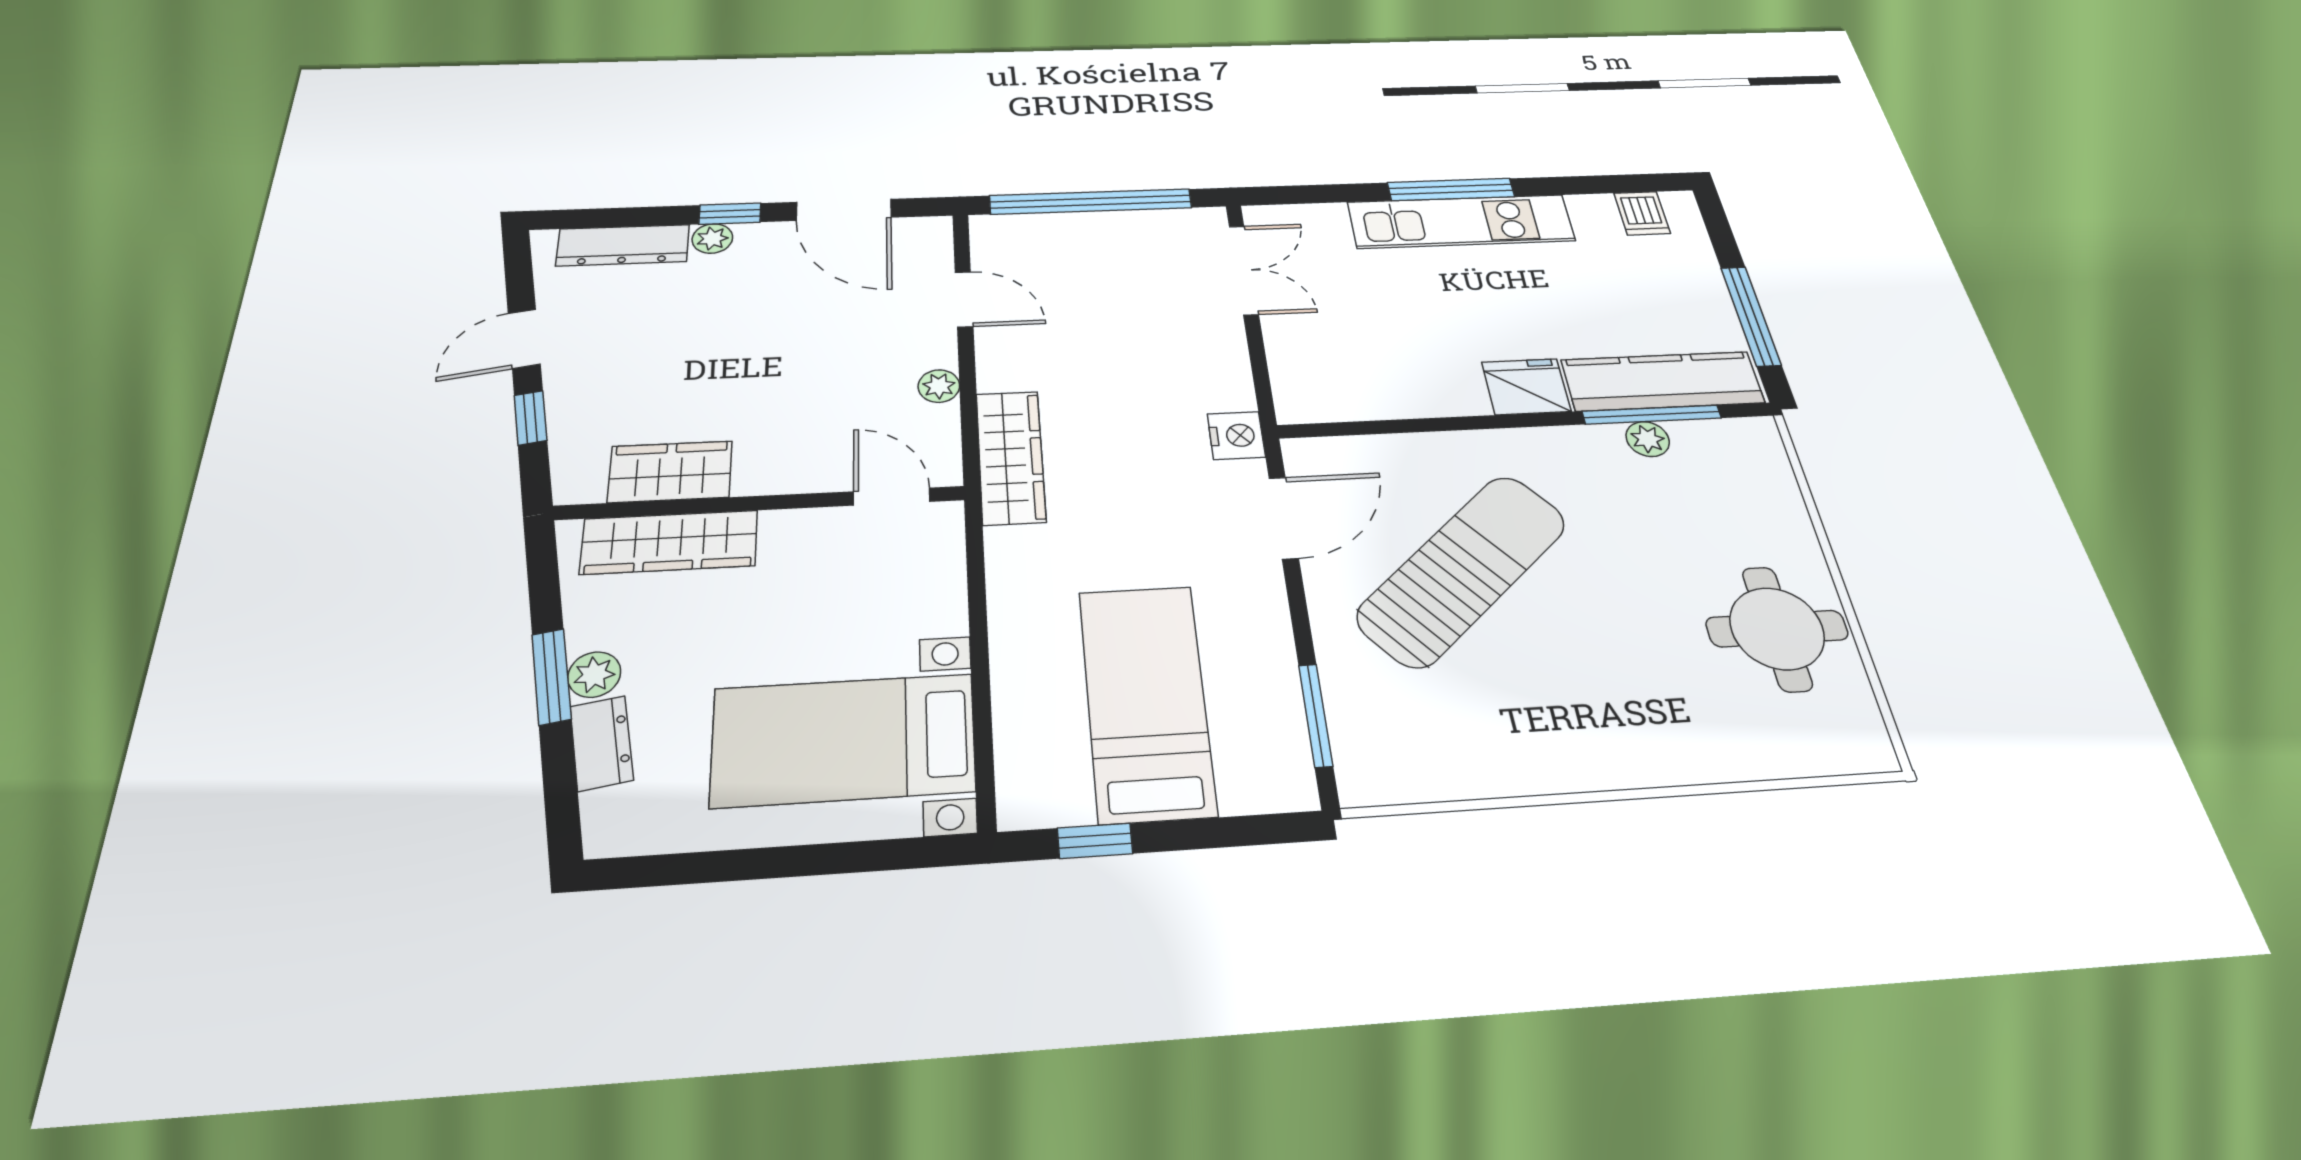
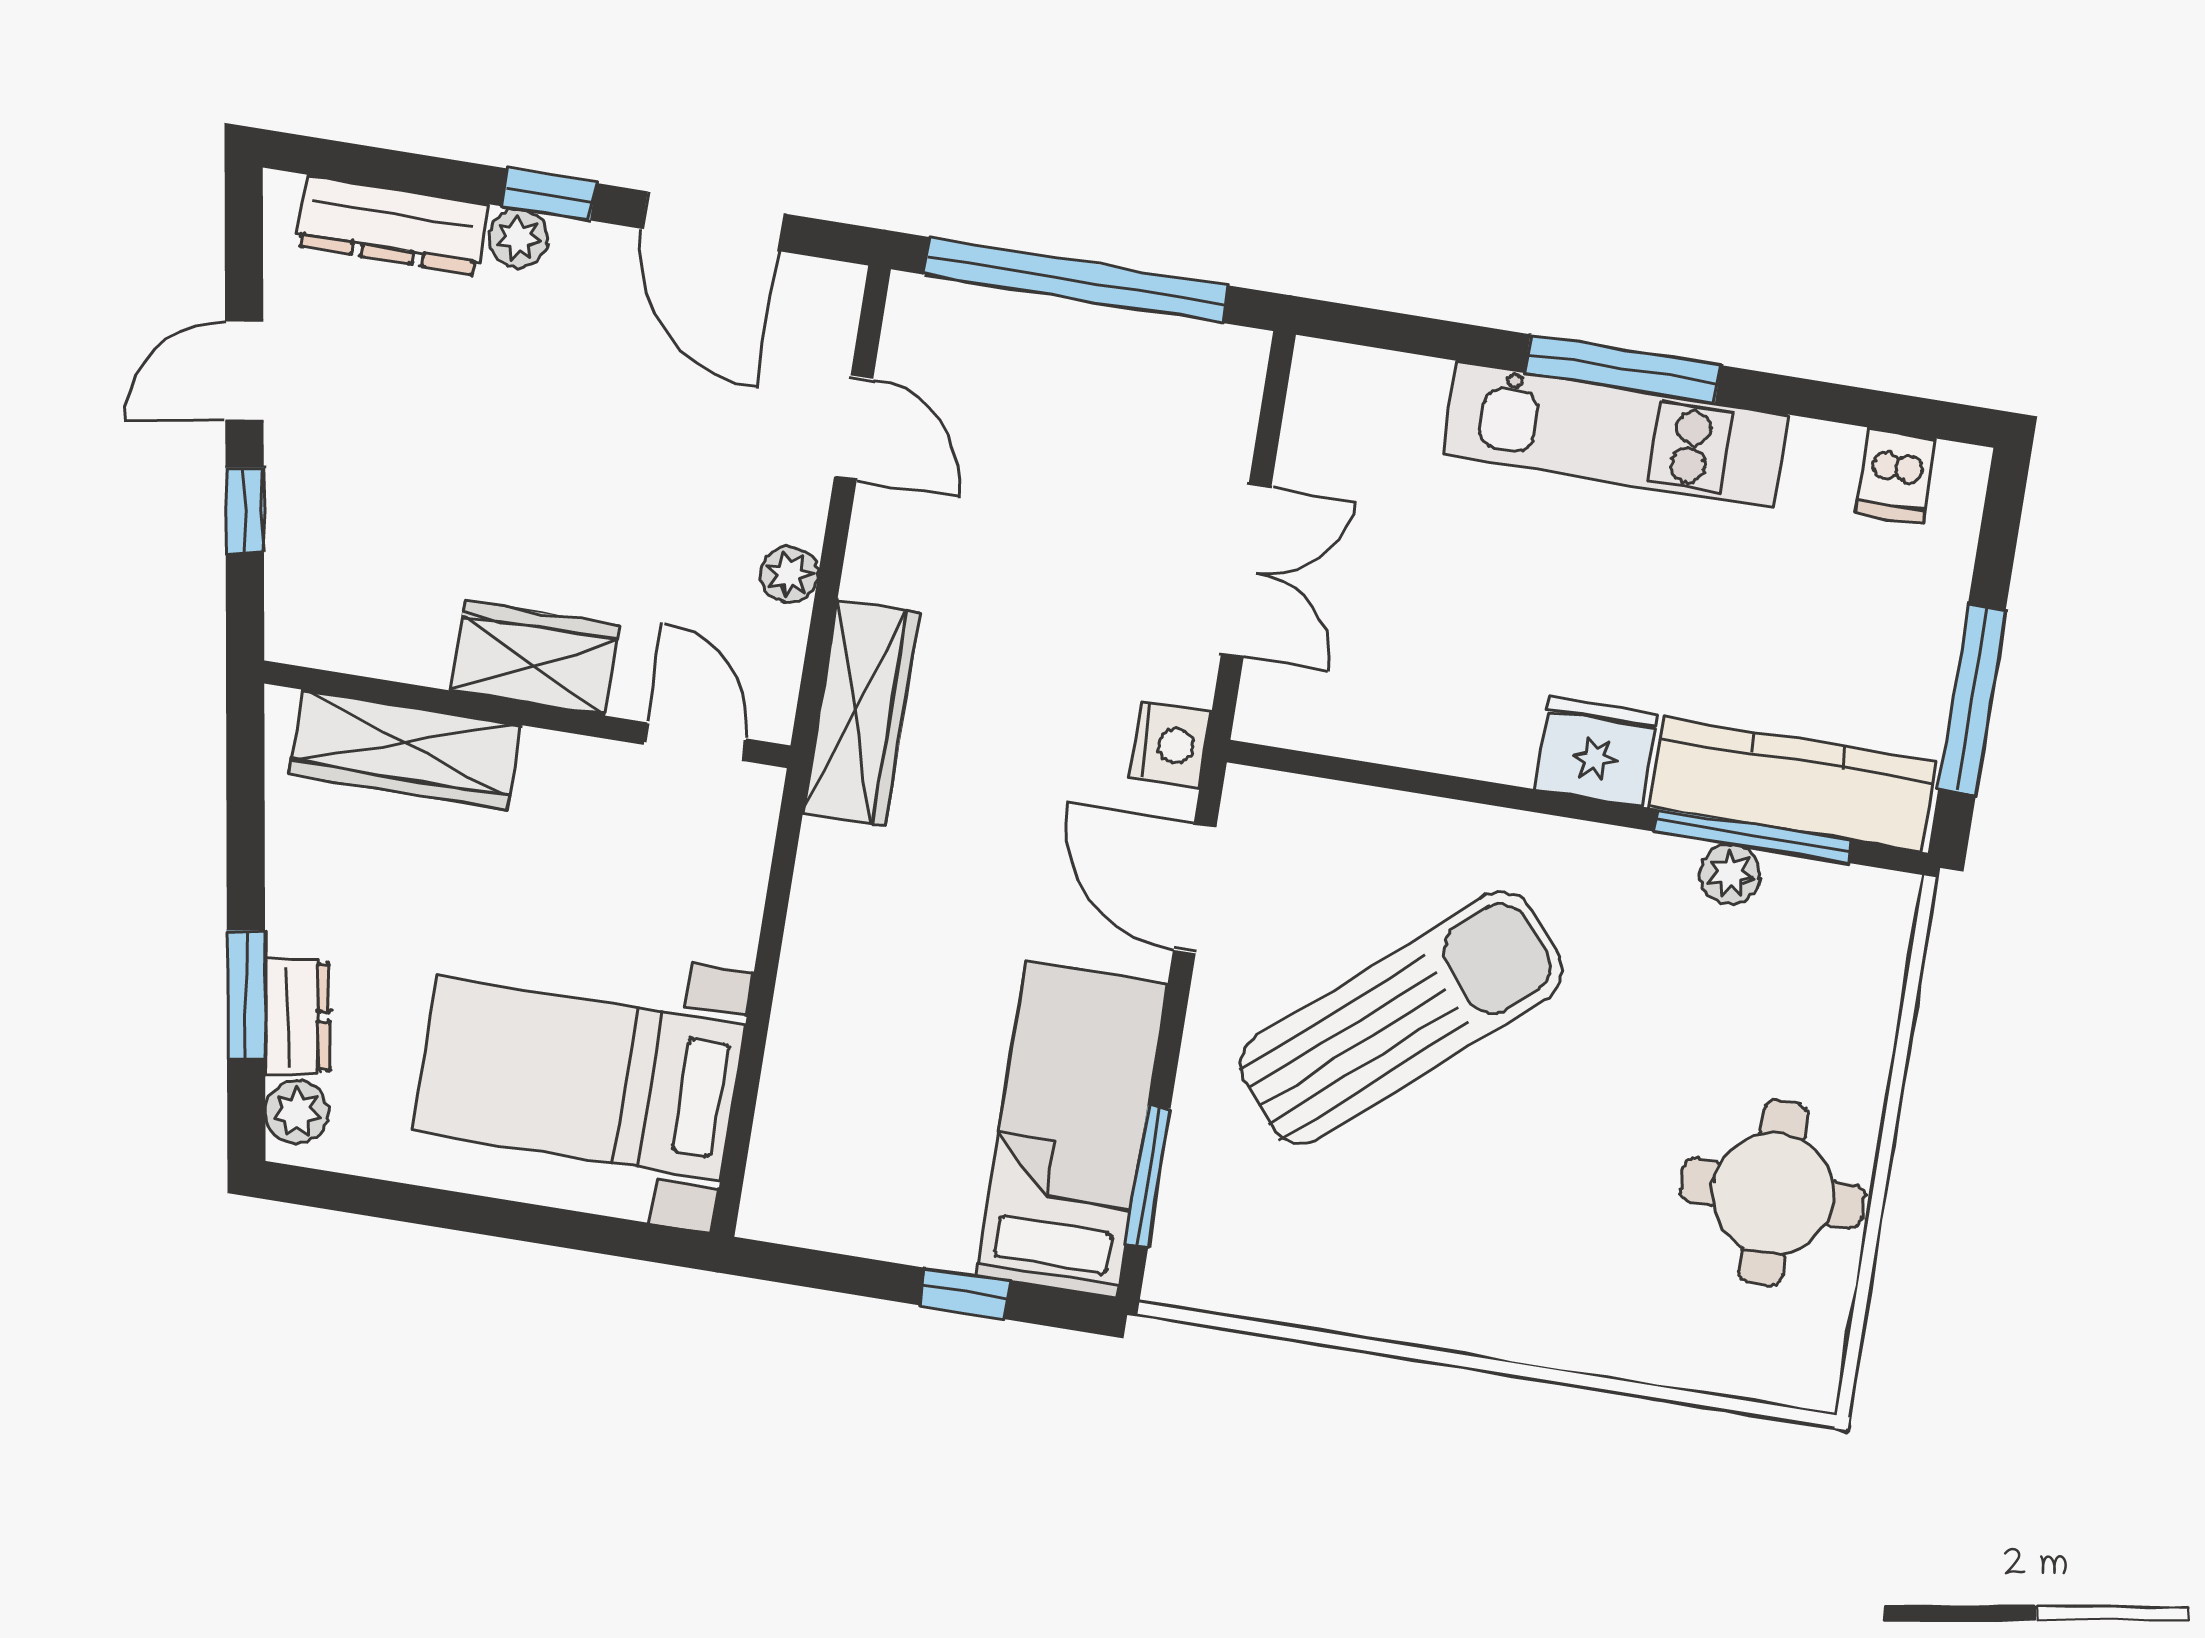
double door: (1244, 270) -> (1246, 571), moved
wardrobe: (670, 472) -> (535, 658), moved
door: (1284, 518) -> (1195, 888), swing flipped
plant: (594, 675) -> (297, 1112), moved
window: (551, 677) -> (246, 995), moved
bed: (1146, 701) -> (1071, 1130), moved
window: (1095, 841) -> (965, 1293), moved

